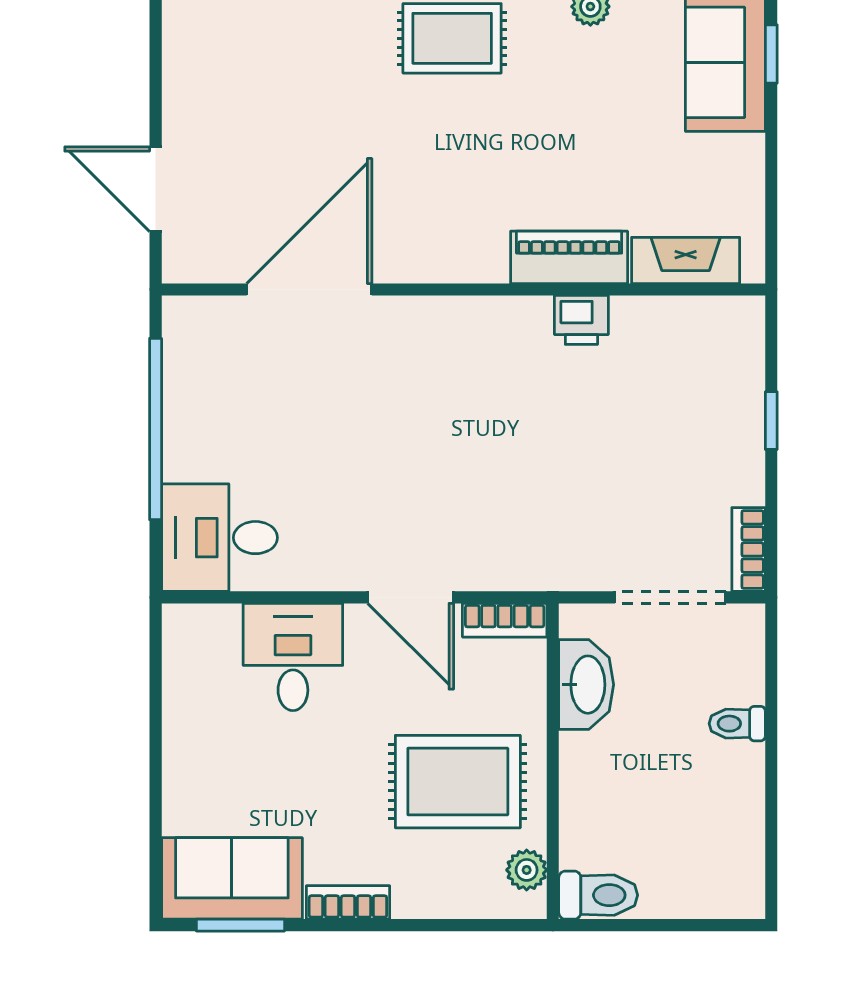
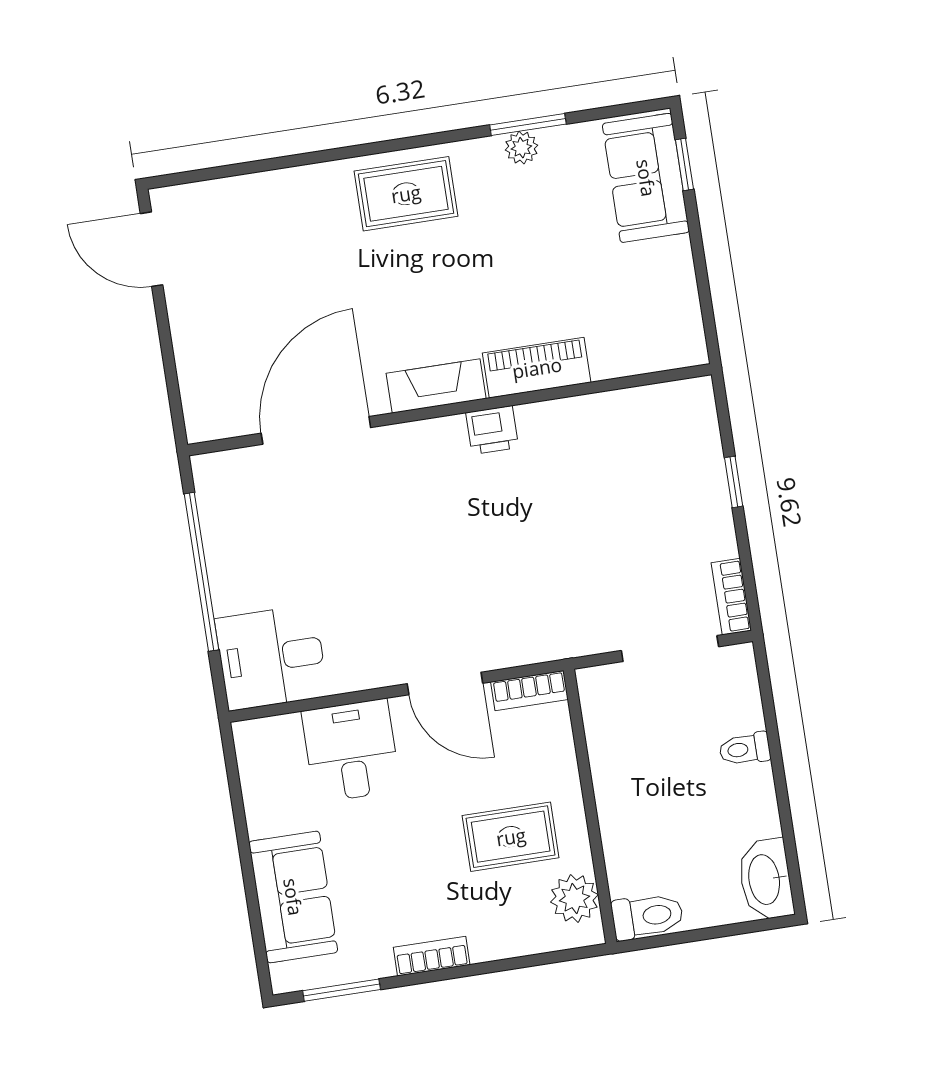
door: (156, 189) -> (152, 249), moved
fireplace: (686, 260) -> (436, 386), moved
printer: (581, 320) -> (492, 430), moved
washbasin: (586, 685) -> (766, 879), moved, turned 180
rug: (458, 782) -> (511, 837), width x0.73, depth x0.70
plant: (527, 870) -> (574, 898), width x1.38, depth x1.38
sofa: (232, 878) -> (293, 897), moved, turned 90

